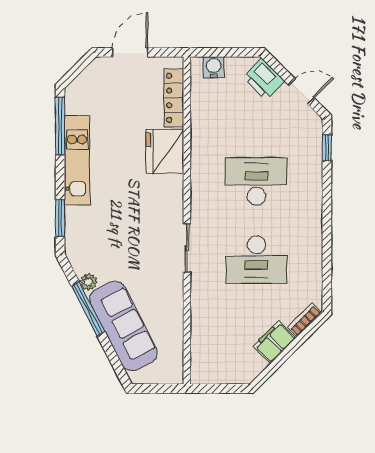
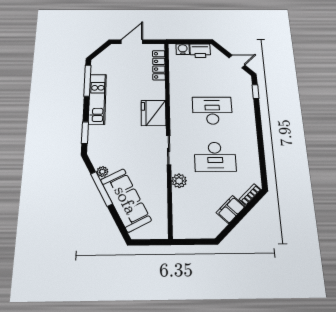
printer: (264, 79) -> (200, 51), moved, turned -45
fridge: (165, 151) -> (154, 113), moved
plant: (201, 297) -> (179, 181), added

